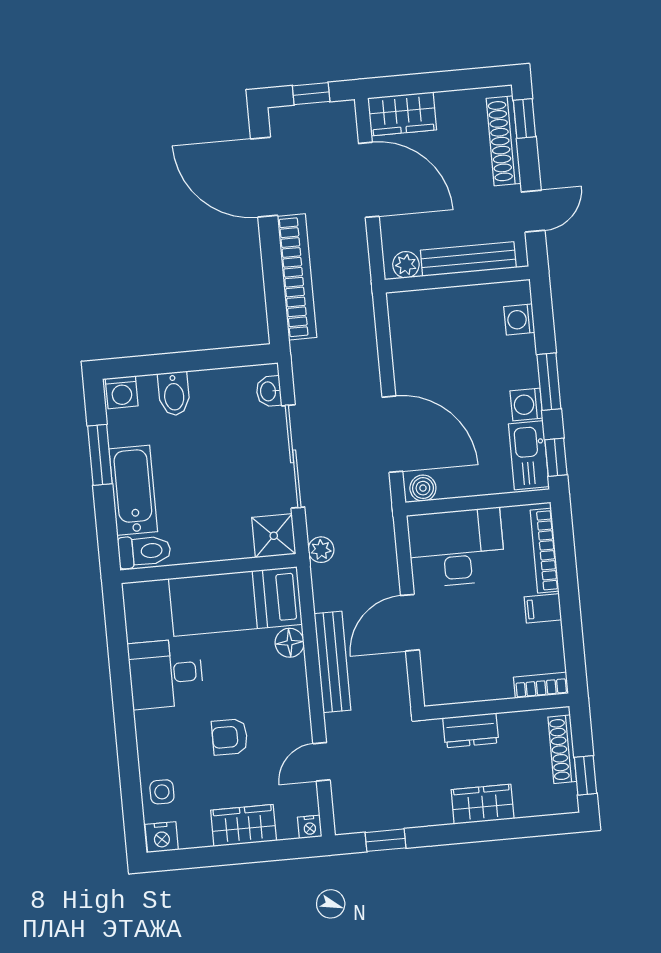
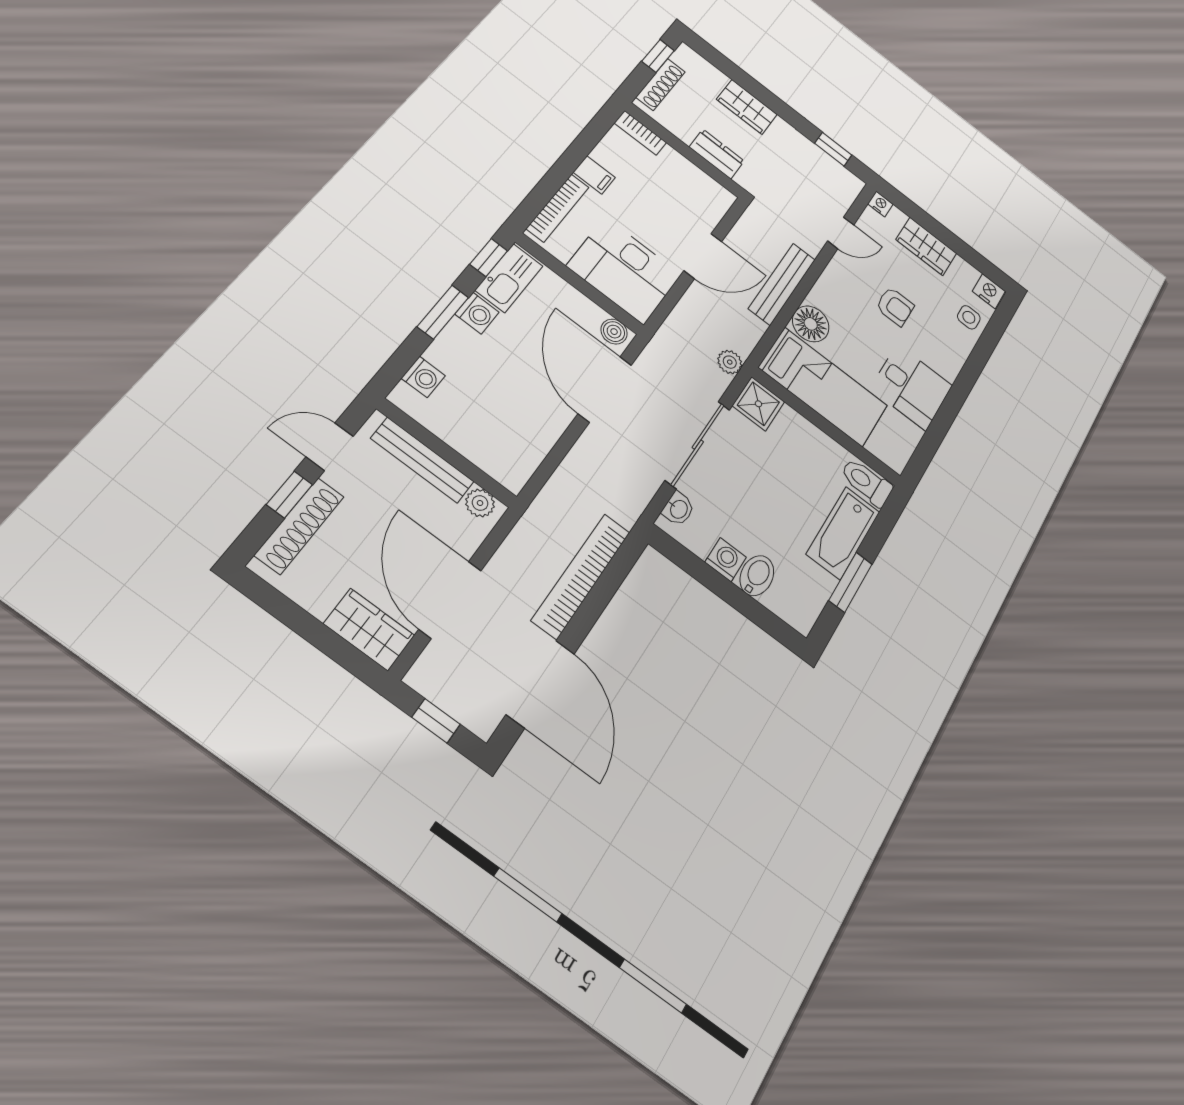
window: (525, 119) -> (289, 495), moved
washing machine: (122, 392) -> (726, 560), moved
floor lamp: (290, 643) -> (811, 324), width x1.38, depth x1.38

